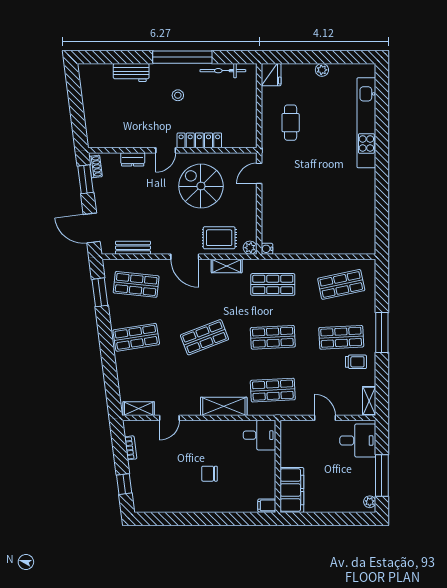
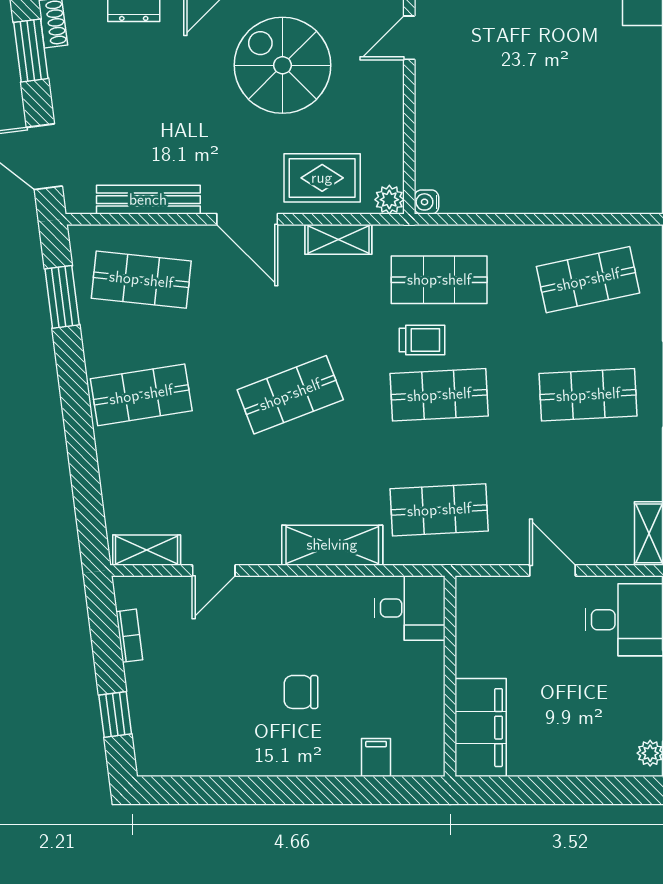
bench: (133, 248) -> (148, 200), width x1.36
trolley: (356, 362) -> (422, 340), moved
filing cabinet: (267, 505) -> (376, 758), moved, turned 90

